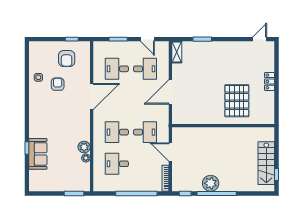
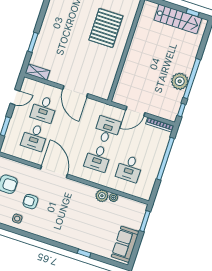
desk: (145, 69) -> (44, 109), turned 180
pallet: (237, 101) -> (106, 28), turned 90
sofa: (38, 154) -> (125, 244), moved, turned -90

